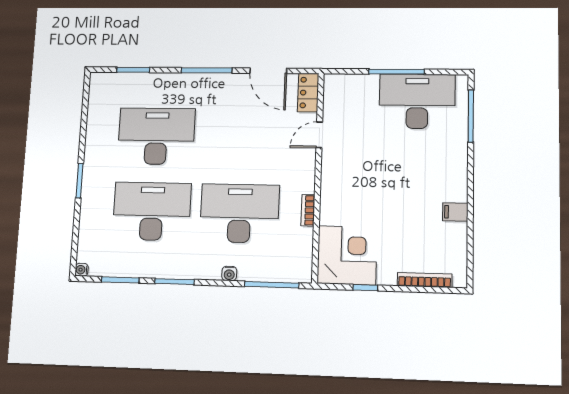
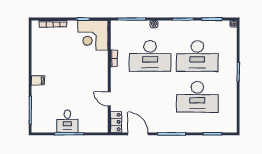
desk: (417, 101) -> (67, 121), width x0.53, depth x0.77
door: (319, 135) -> (109, 99), swing flipped
filing cabinet: (455, 212) -> (38, 80), moved

